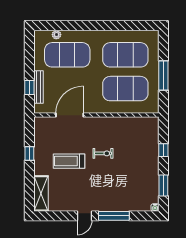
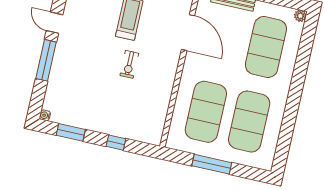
plant: (56, 35) -> (300, 16), moved

